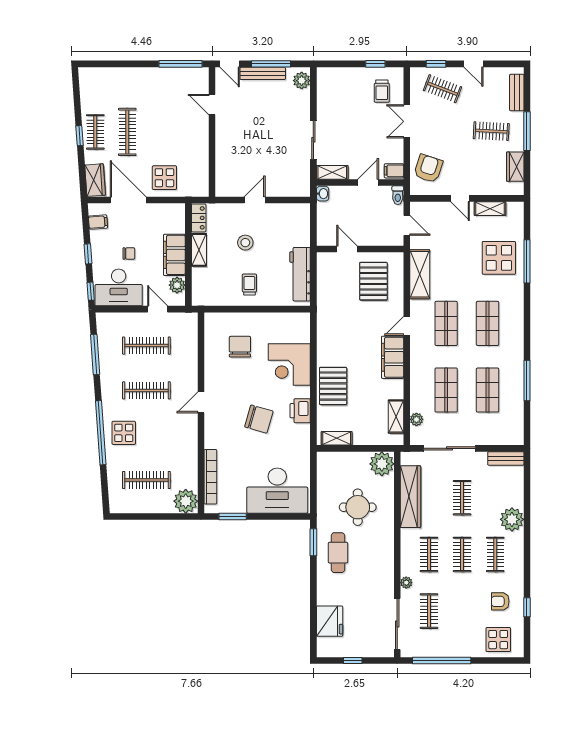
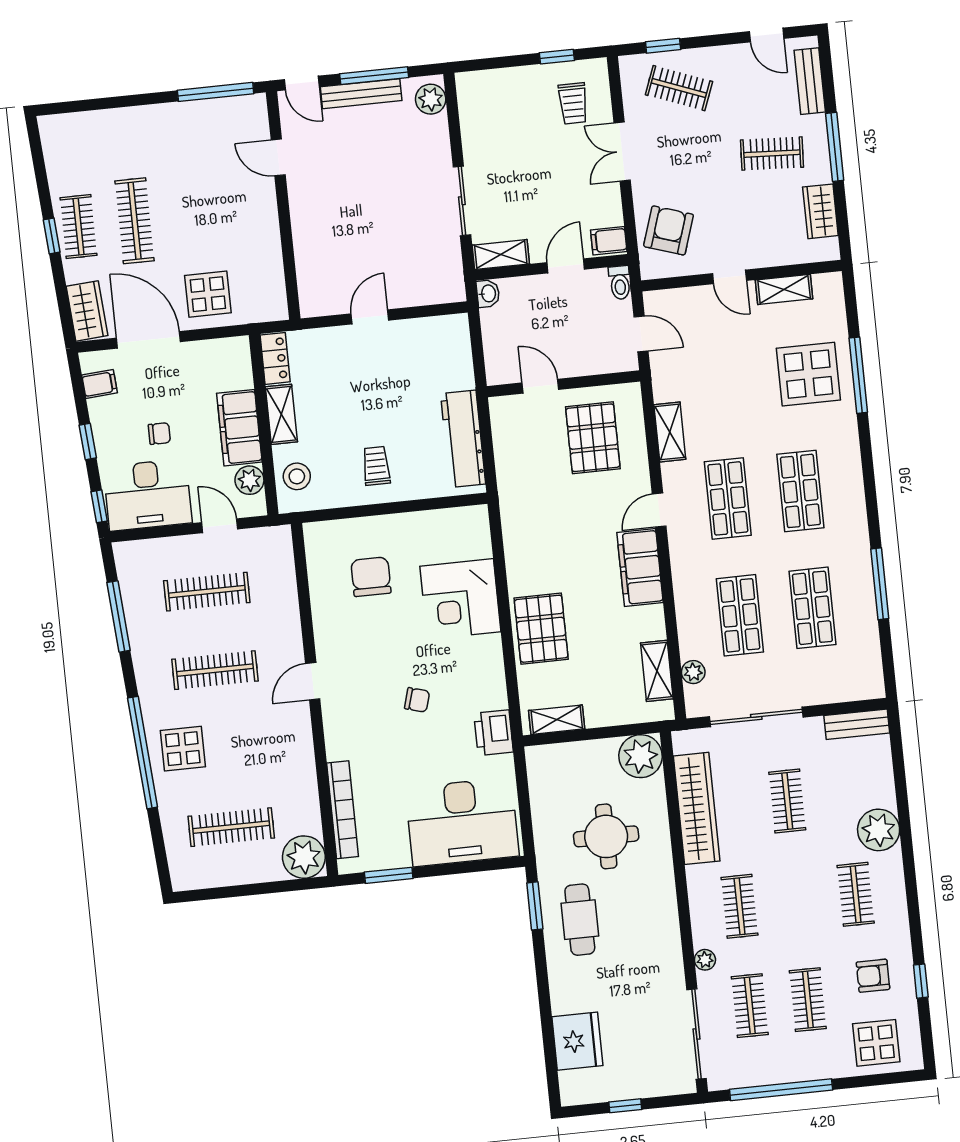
door: (474, 64) -> (767, 35), moved
stool: (245, 243) -> (297, 476), moved
shelving: (420, 274) -> (670, 432), width x0.67, depth x0.75
printer: (300, 411) -> (494, 733), moved
chair: (259, 419) -> (417, 700), width x0.54, depth x0.54
clothes rail: (462, 554) -> (808, 1000), moved

